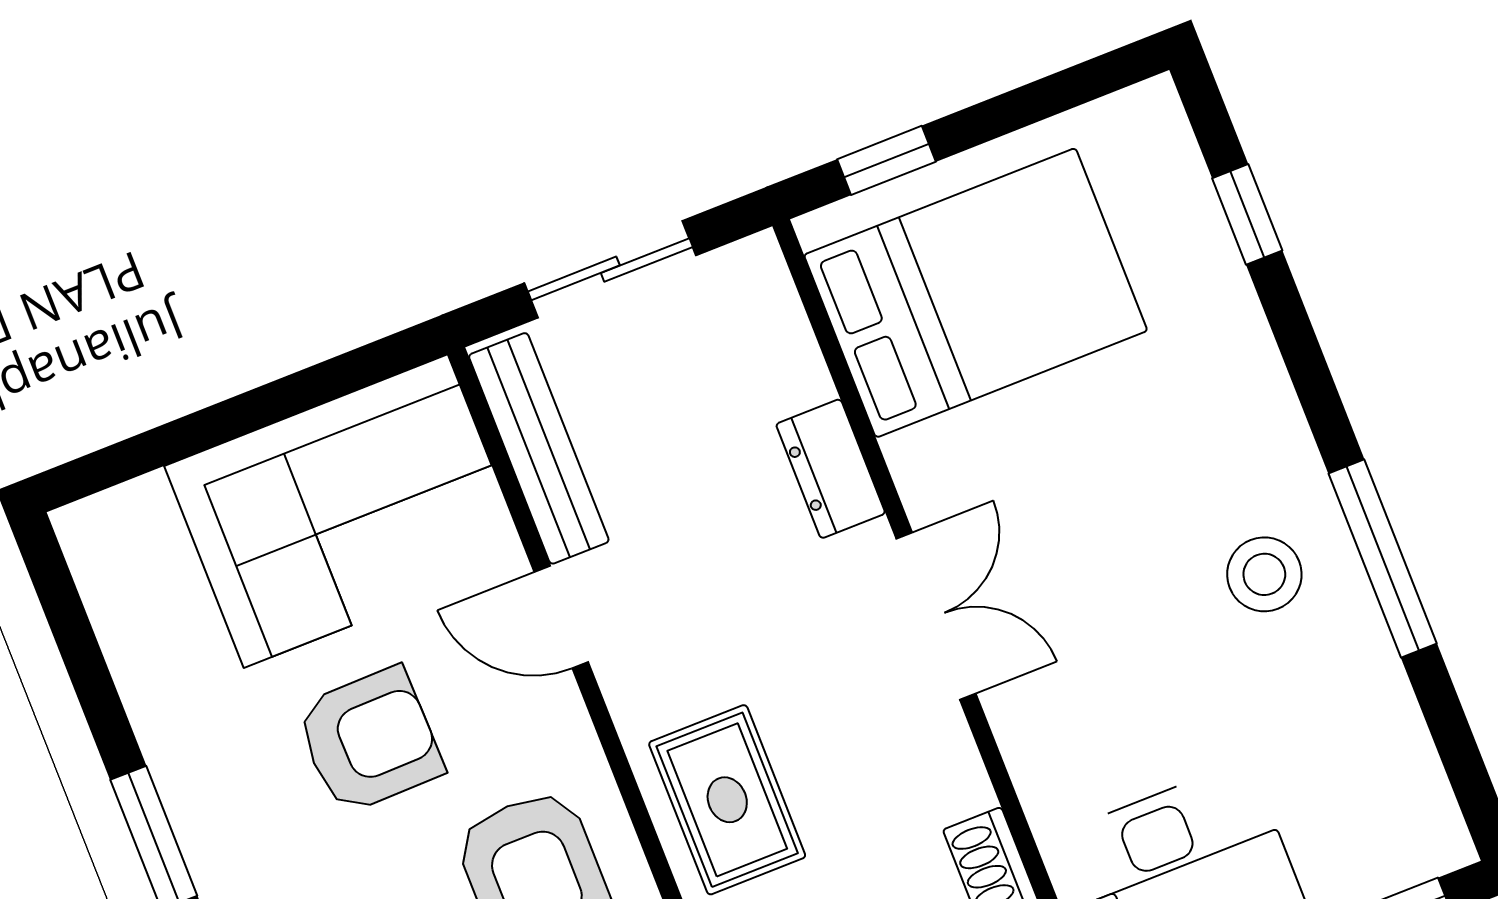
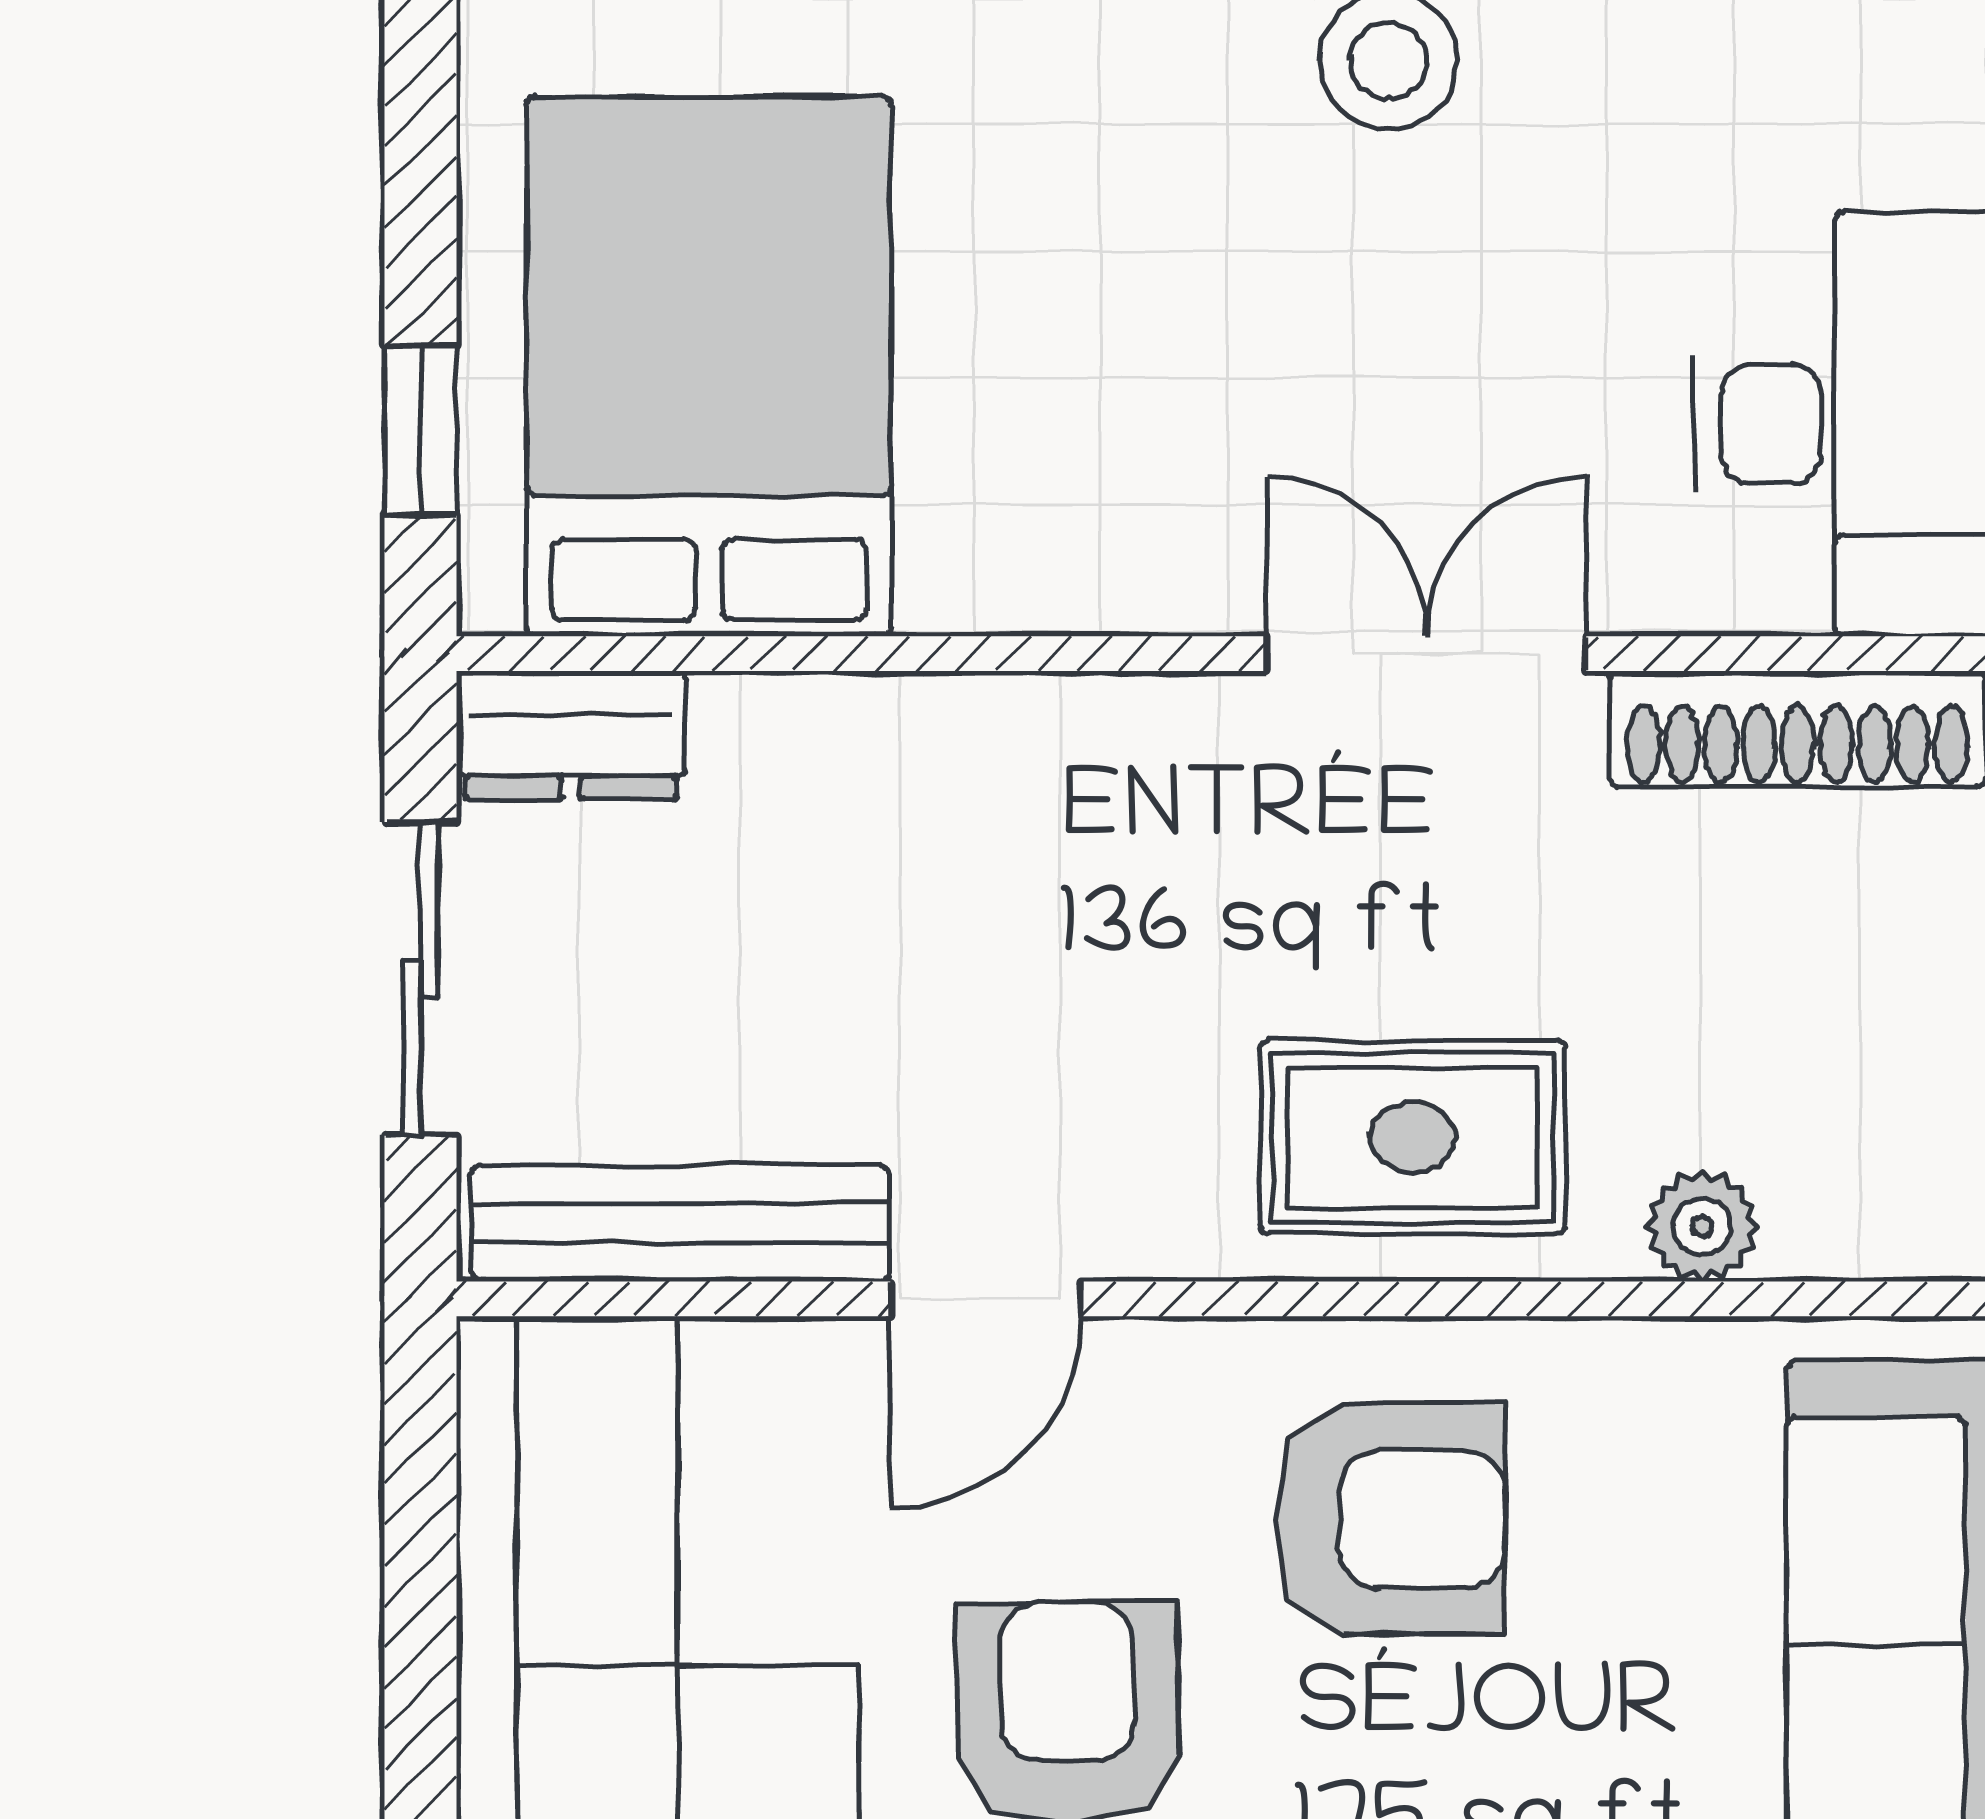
dresser: (831, 469) -> (571, 735), moved
double door: (936, 616) -> (1426, 654), moved

